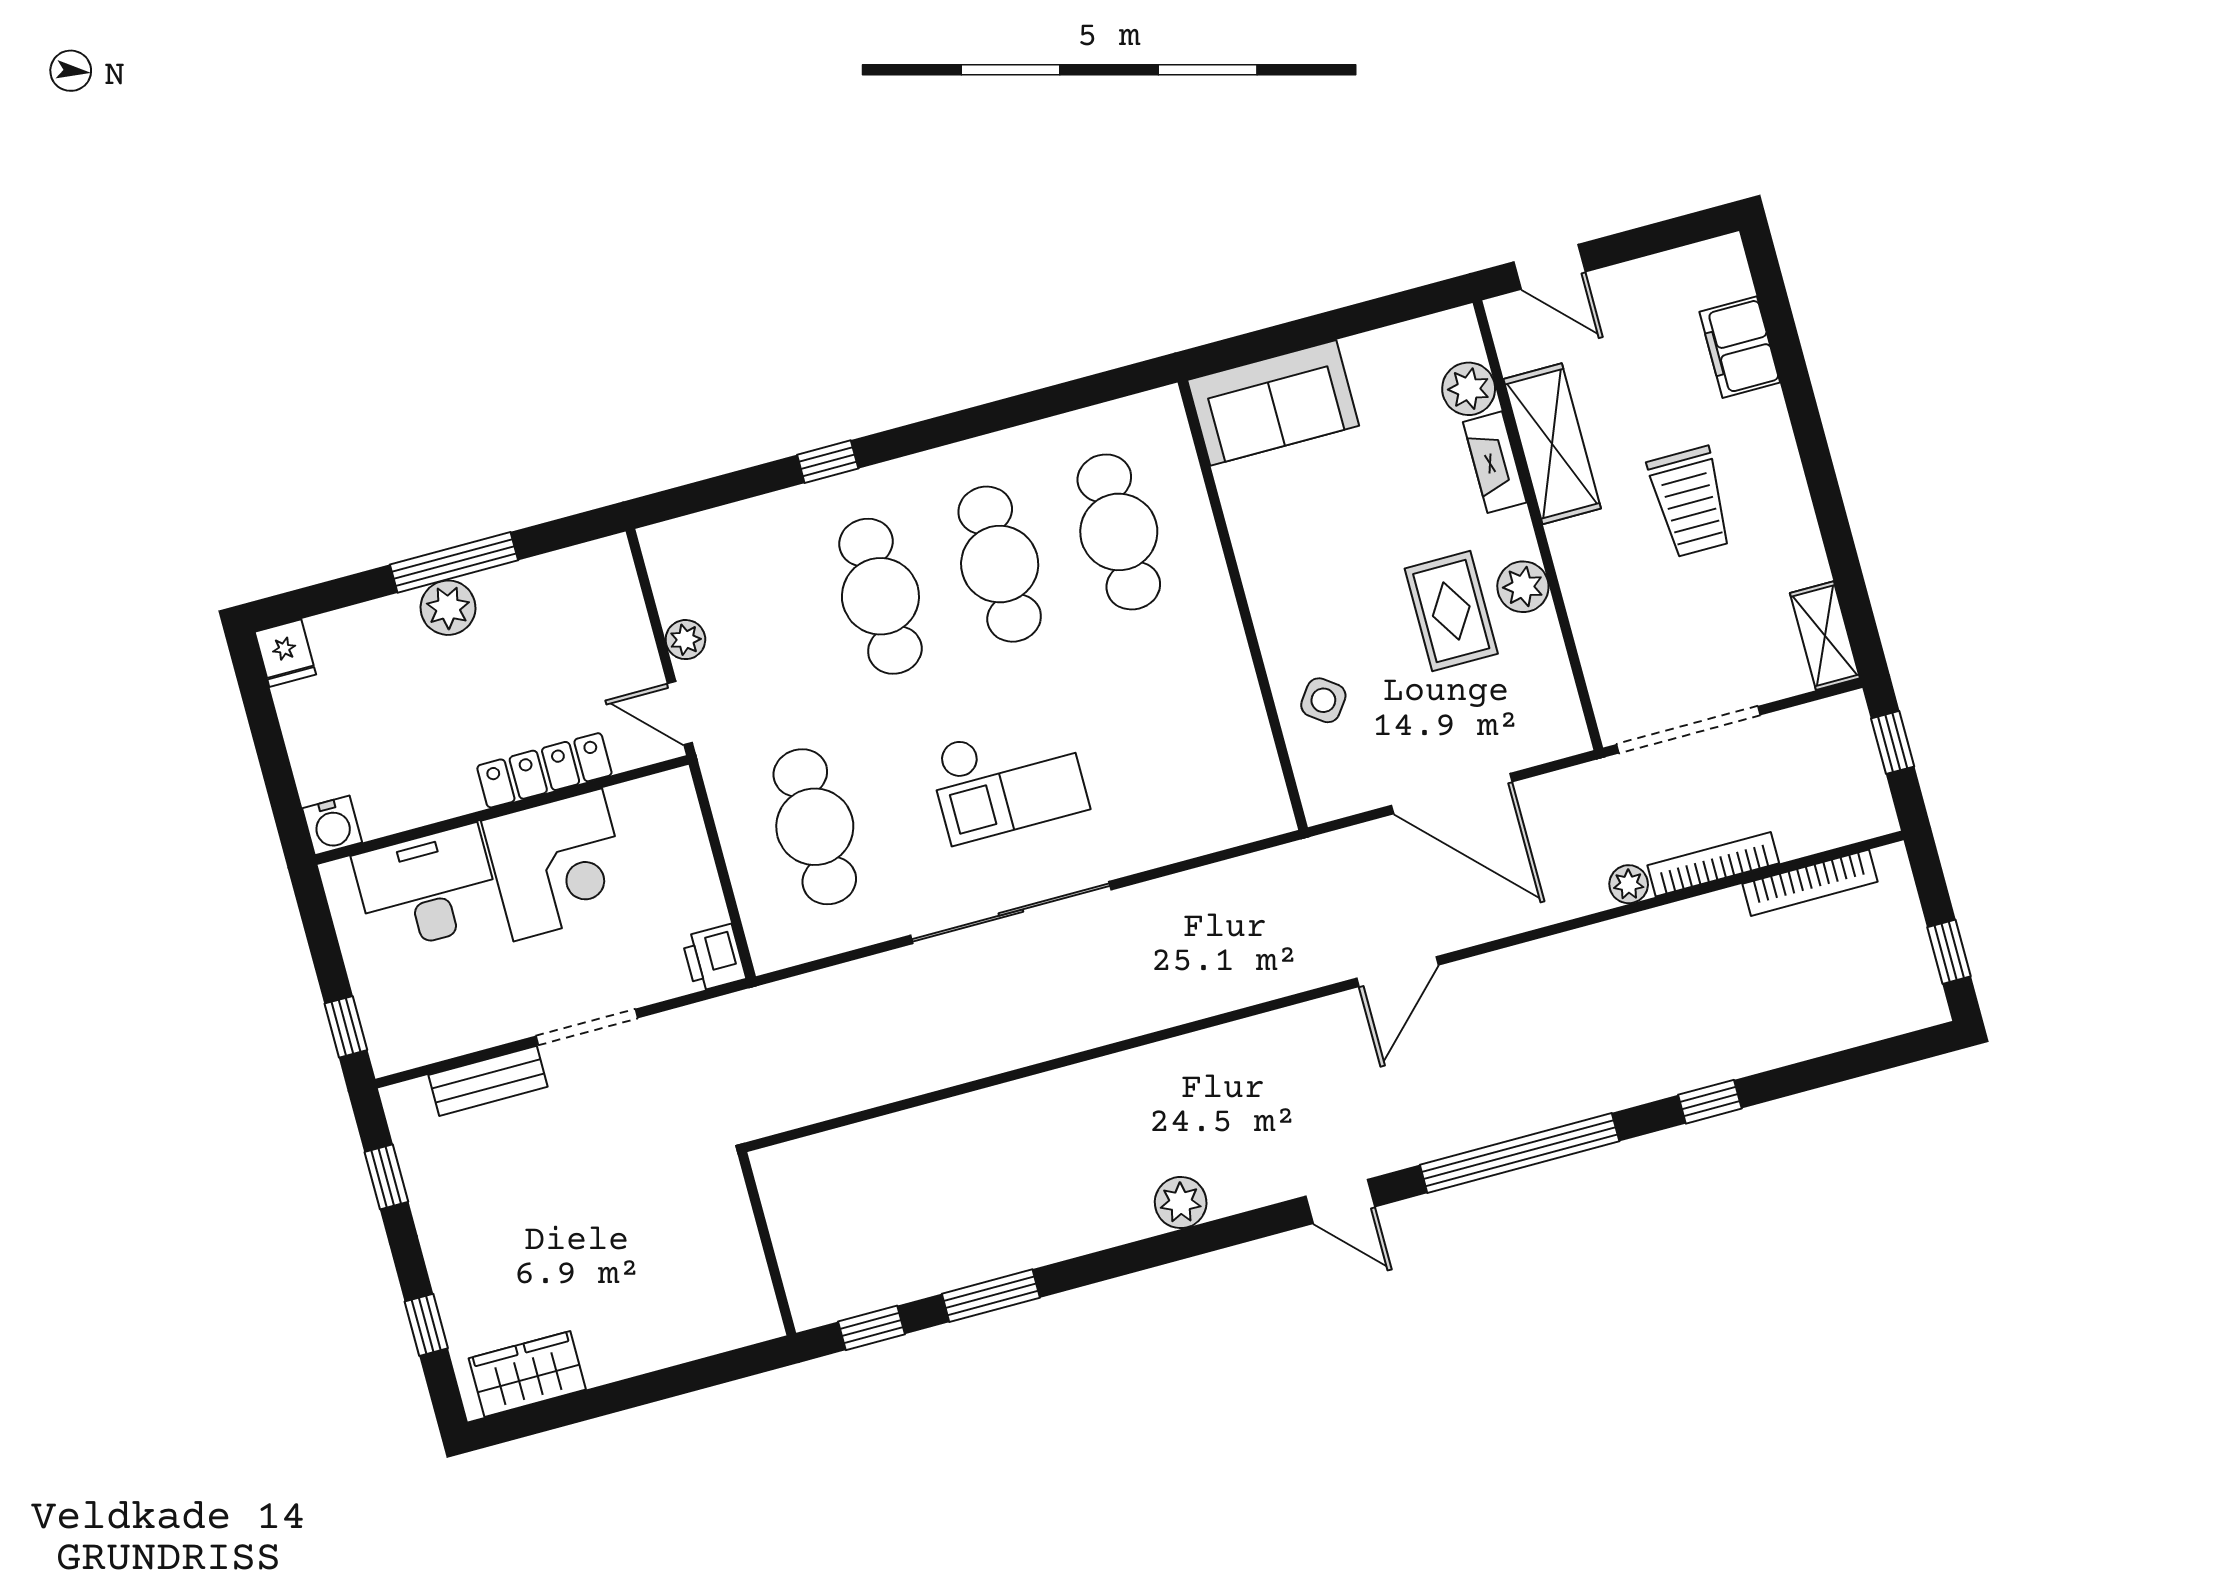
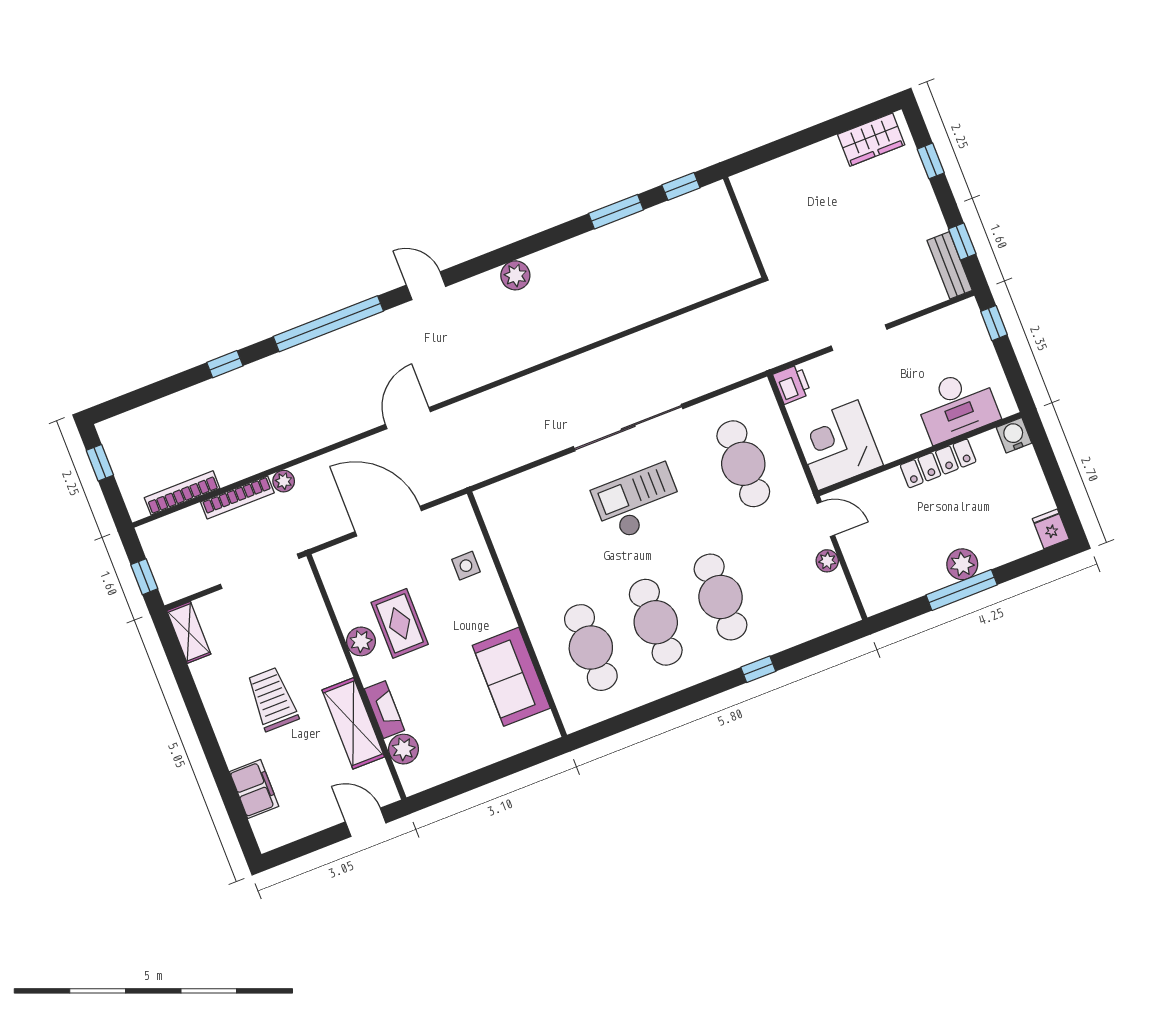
sofa: (1273, 403) -> (511, 677), moved, turned -90
side table: (1323, 700) -> (466, 566), turned -36
locker: (544, 770) -> (938, 463), moved
corner desk: (558, 865) -> (838, 445), moved
bench: (488, 1081) -> (950, 265), moved, turned 90

